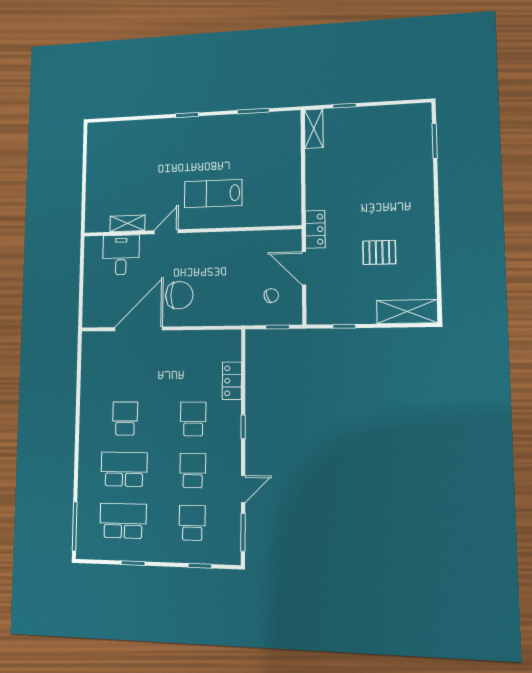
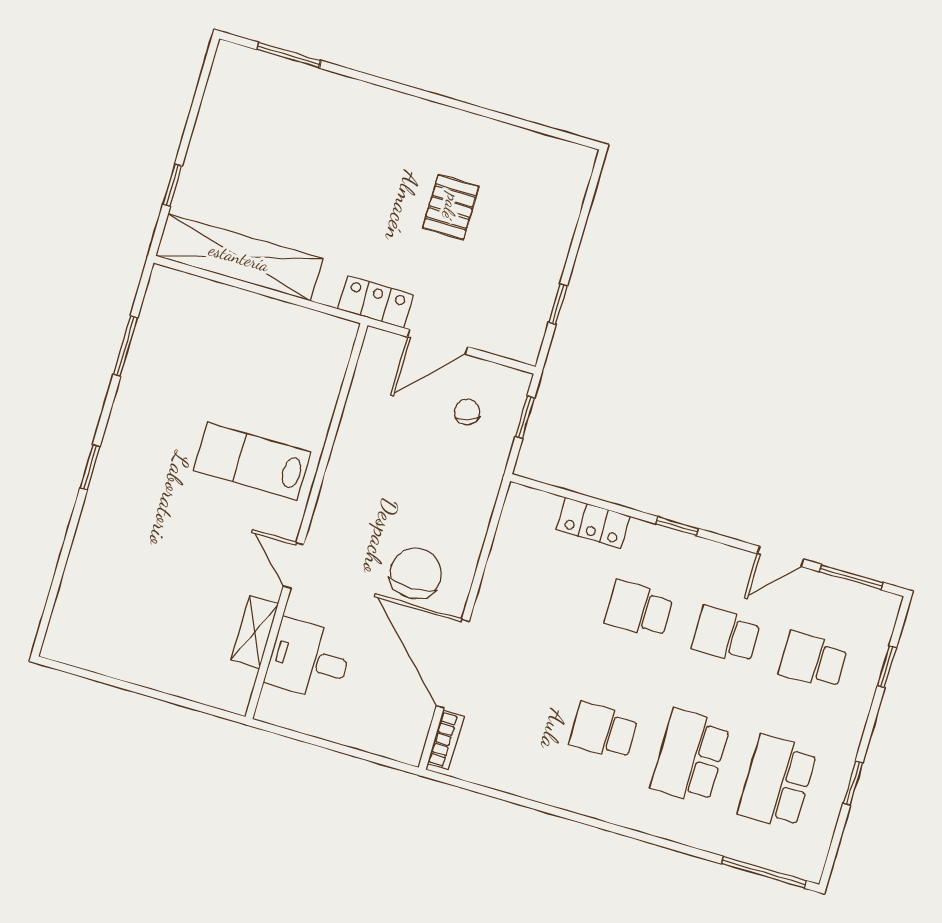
shelving: (314, 129) -> (239, 257), width x2.20, depth x1.33
lab bench: (213, 194) -> (252, 461), turned 90
shelving: (407, 312) -> (565, 193), removed
bookcase: (99, 337) -> (446, 740), added
door: (243, 489) -> (781, 556), swing flipped

